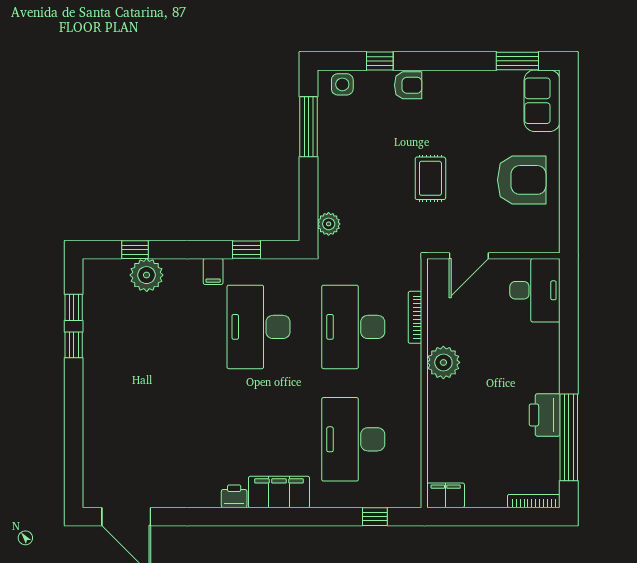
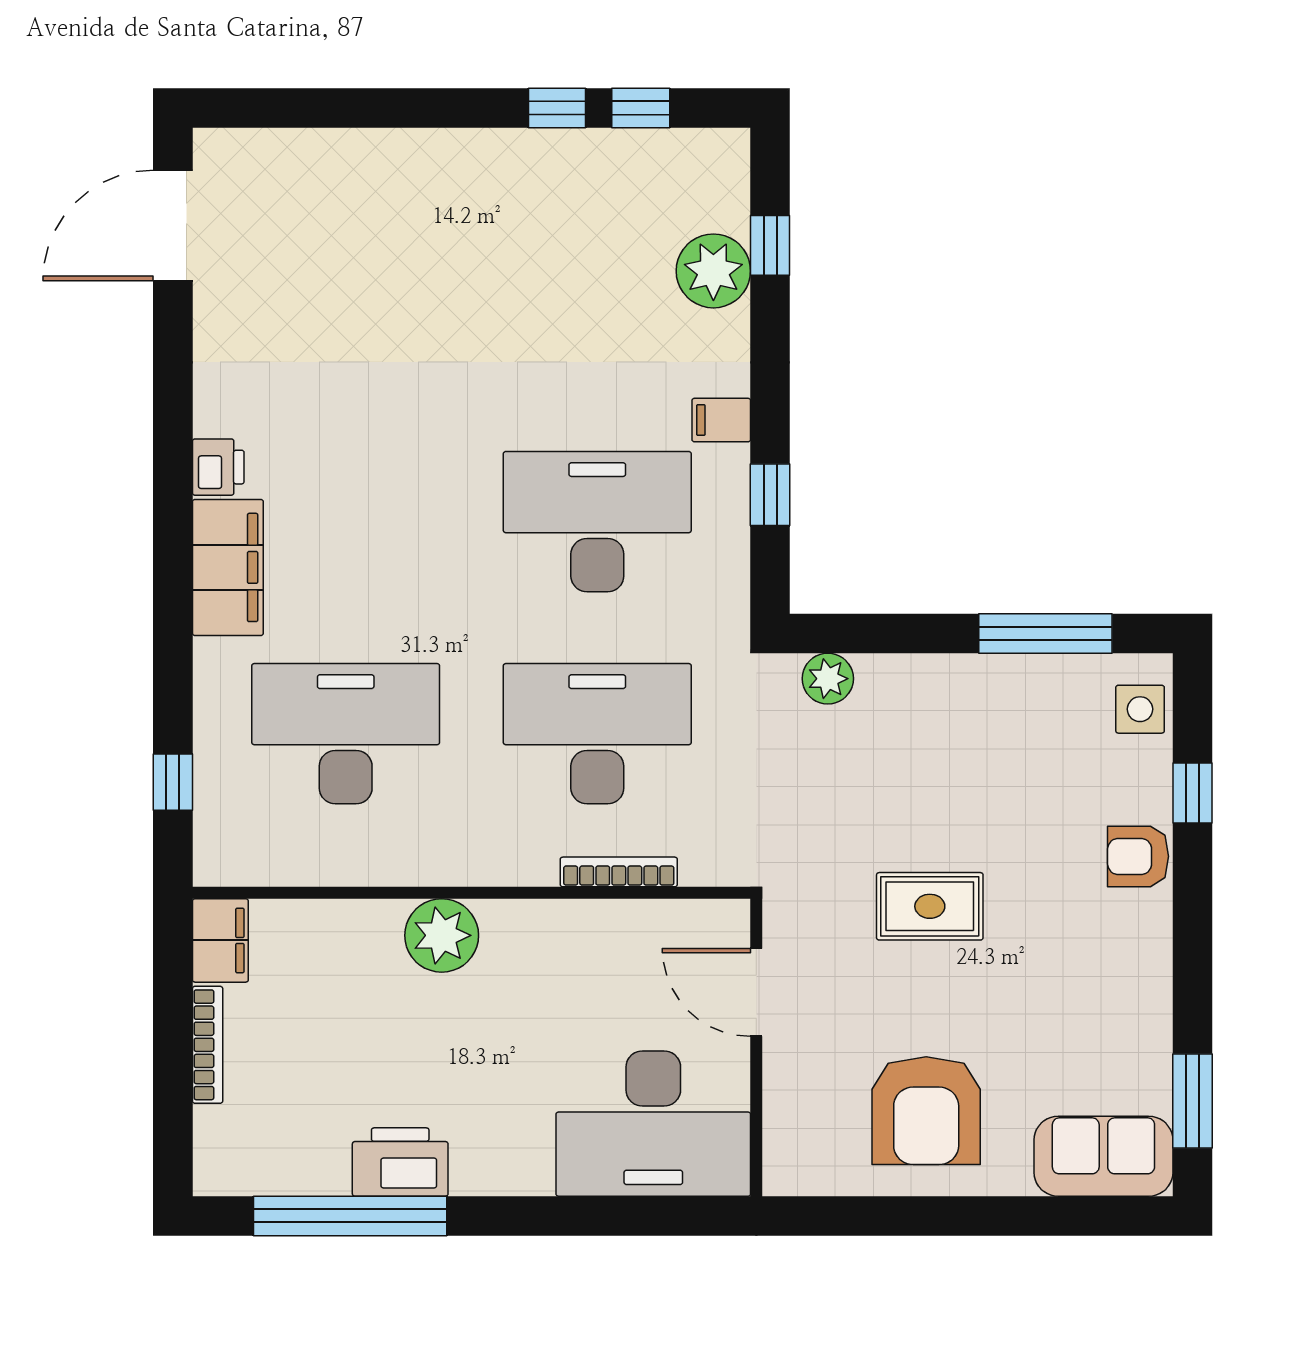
armchair: (408, 85) -> (1138, 856), turned 90
desk: (535, 290) -> (653, 1124), width x1.36, depth x1.30
plant: (443, 362) -> (442, 935), moved
bookcase: (534, 501) -> (208, 1045), moved

